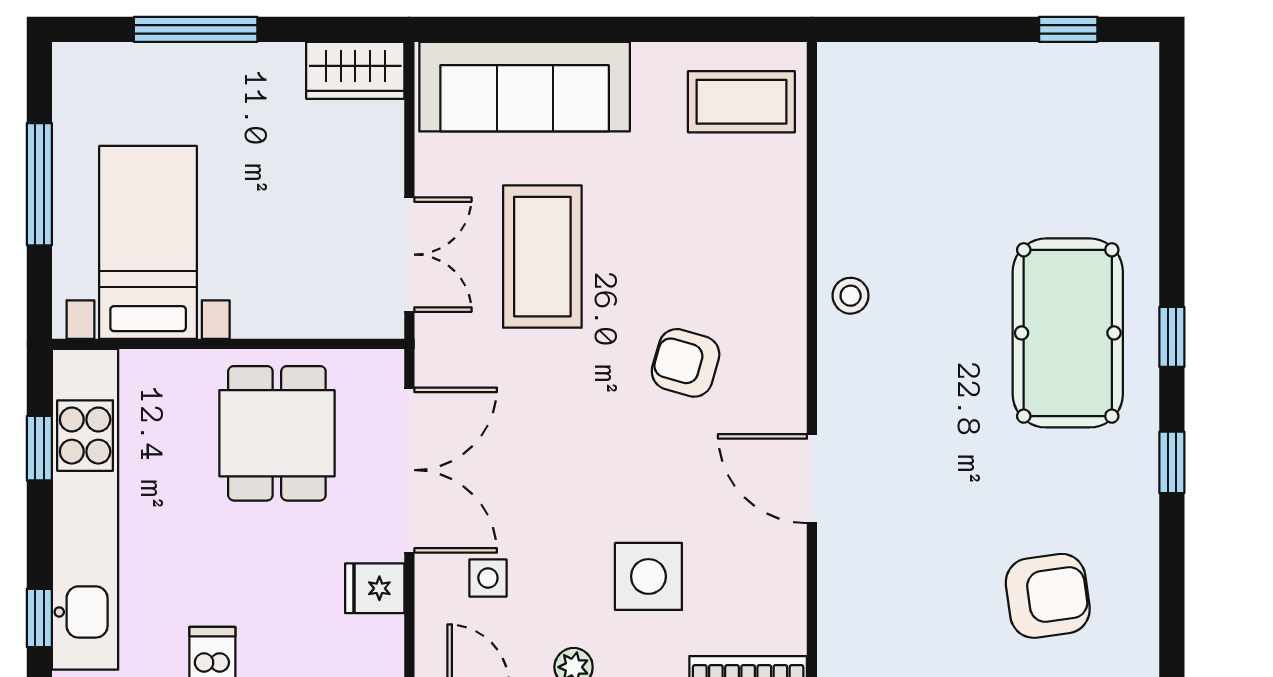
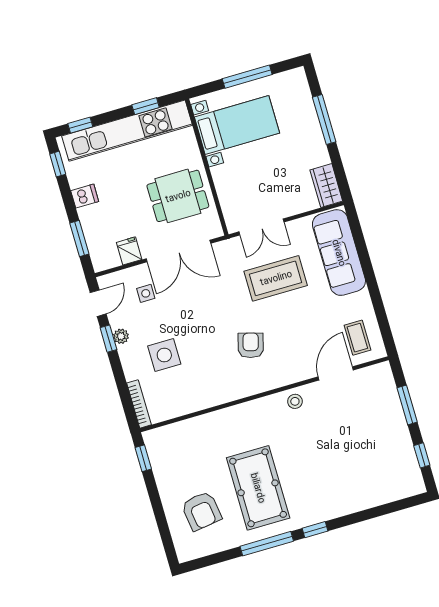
window: (937, 29) -> (407, 405), added
coffee table: (741, 102) -> (357, 338), width x0.73, depth x0.77
pool table: (1068, 333) -> (258, 488), moved, turned 90
window: (1172, 462) -> (267, 544), width x2.17
door: (812, 479) -> (336, 373), moved

